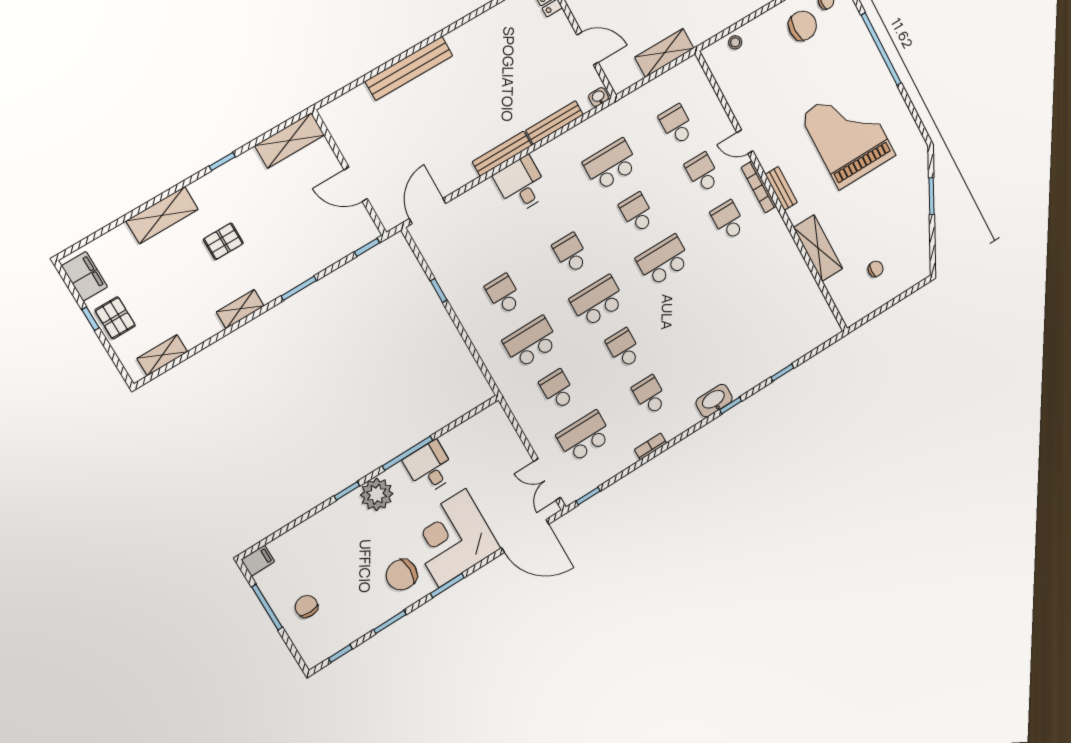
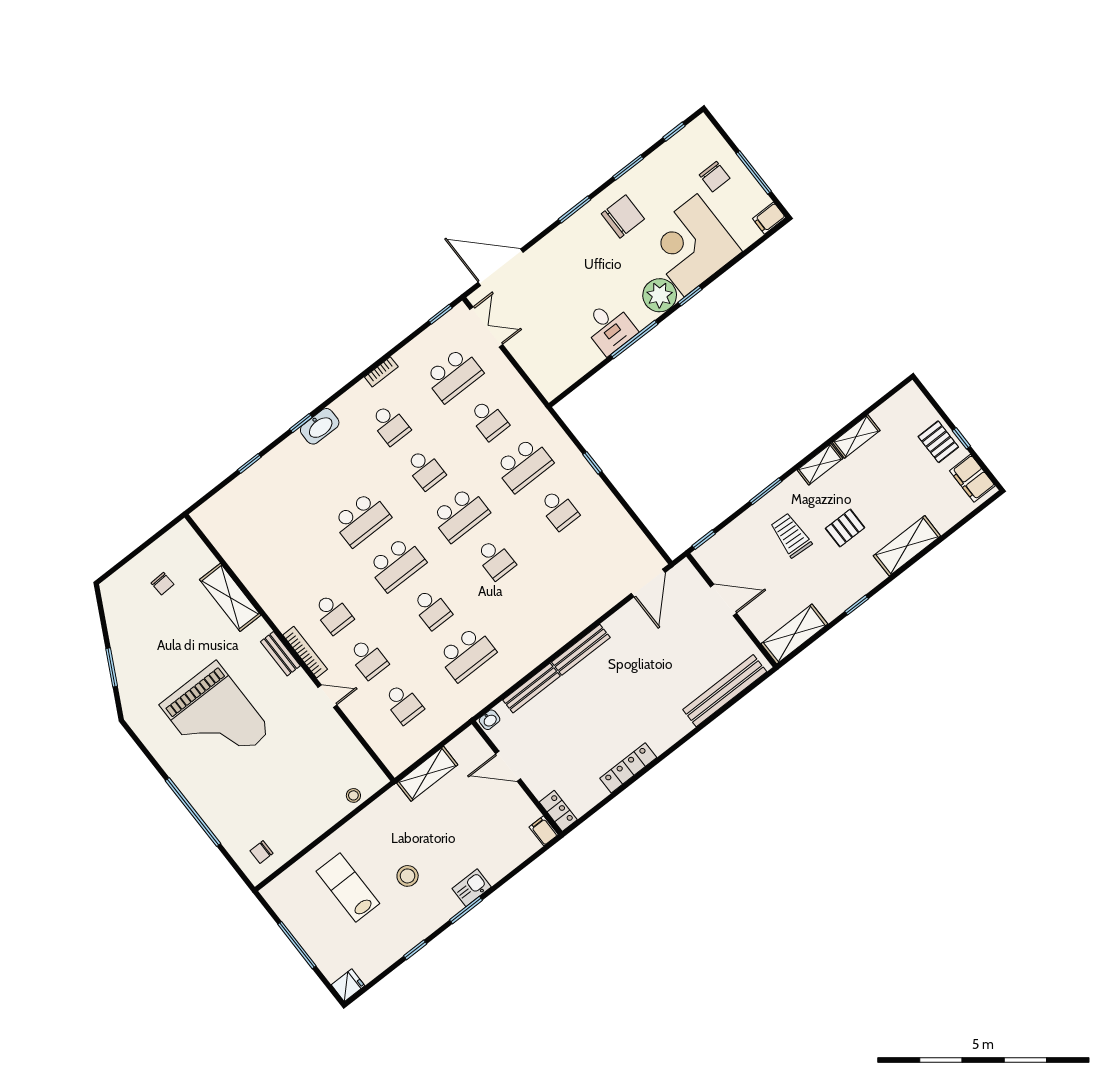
chair: (803, 26) -> (283, 823), removed
locker: (473, 29) -> (628, 768), added
bench: (409, 68) -> (725, 691), moved
desk: (521, 185) -> (556, 621), removed
trolley: (279, 241) -> (791, 535), added
chair: (876, 269) -> (163, 584), turned -93
window: (439, 290) -> (592, 463), moved
school desk: (689, 308) -> (361, 519), added
shelving: (162, 355) -> (856, 436), moved
corner desk: (452, 538) -> (691, 245), moved, turned 180

